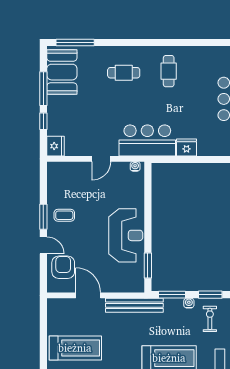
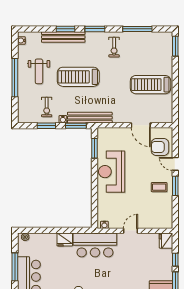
armchair: (63, 267) -> (160, 147), turned 90
bench: (134, 305) -> (90, 118), moved

